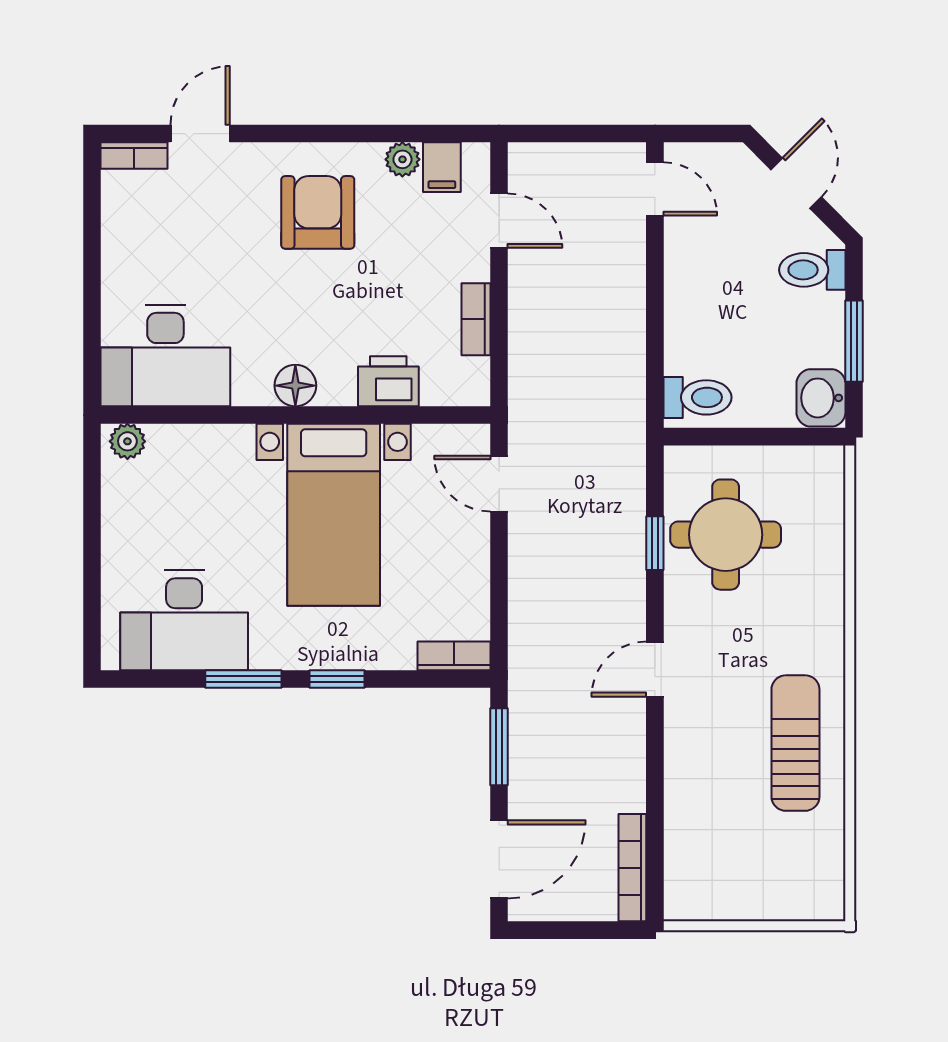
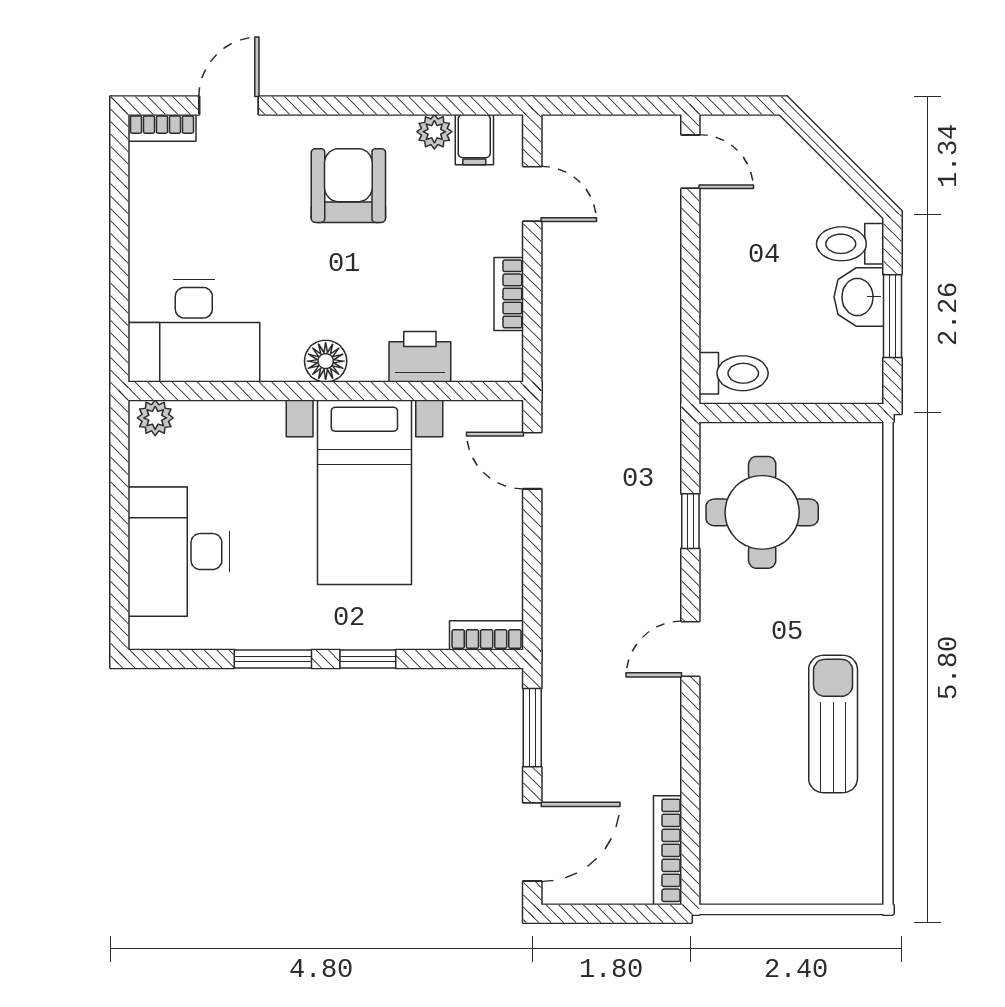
door: (796, 183) -> (834, 156), removed
washbasin: (821, 398) -> (859, 297), moved
desk: (184, 620) -> (179, 552), moved, turned 90

